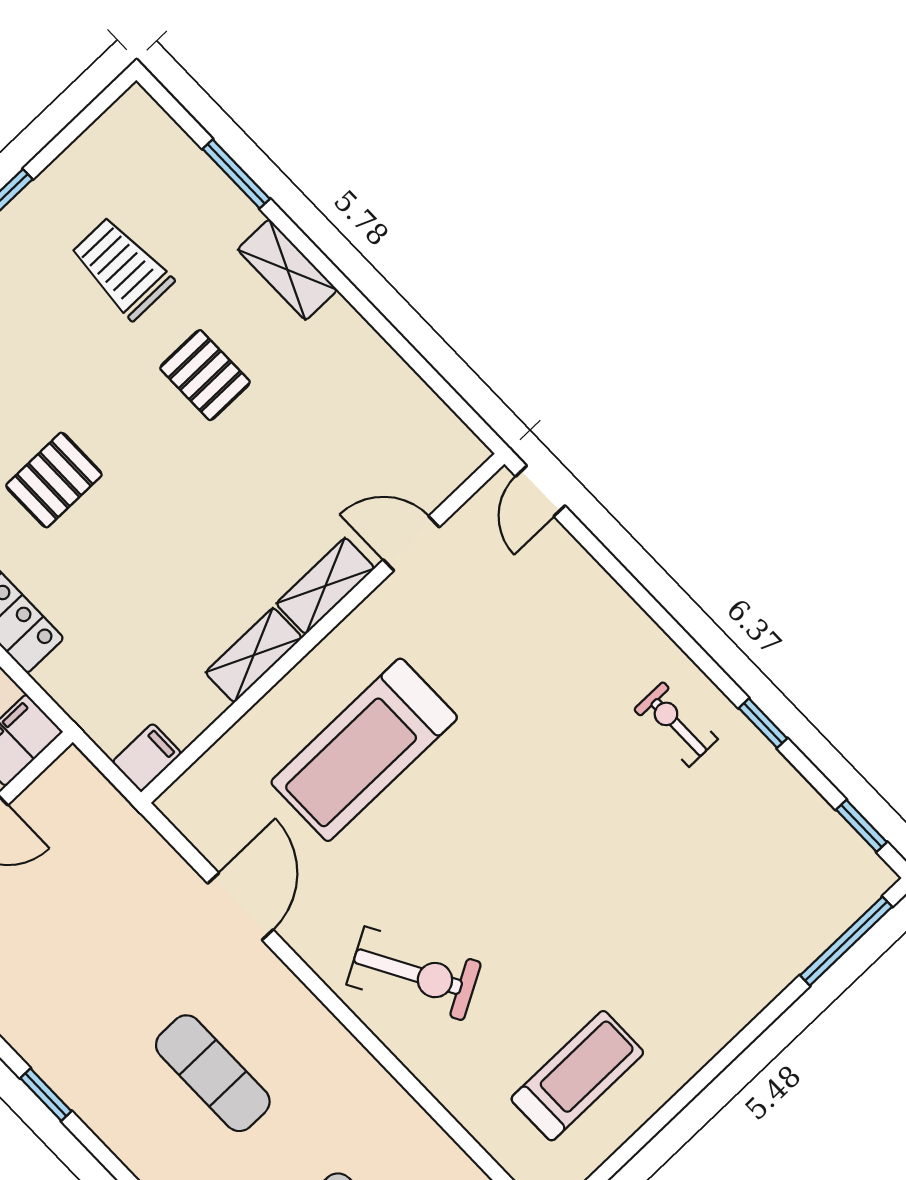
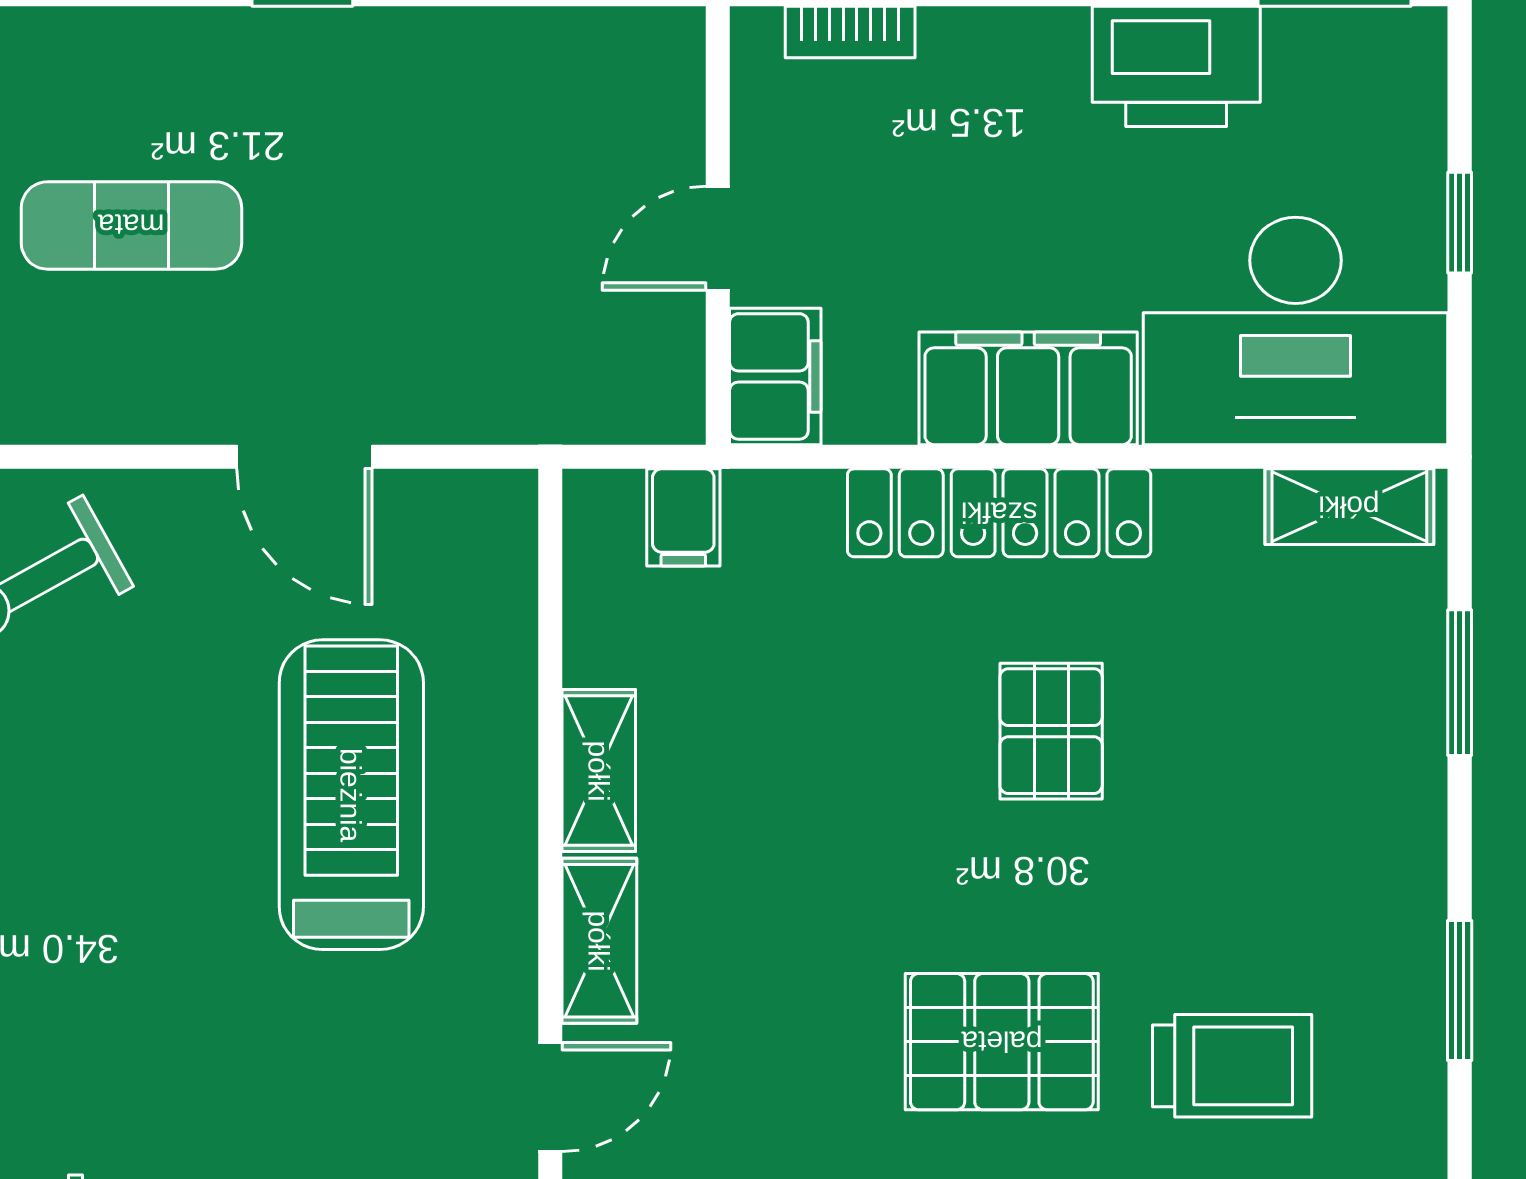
pallet: (205, 375) -> (1002, 1042), width x1.50, depth x1.42
filing cabinet: (147, 758) -> (683, 517), moved

